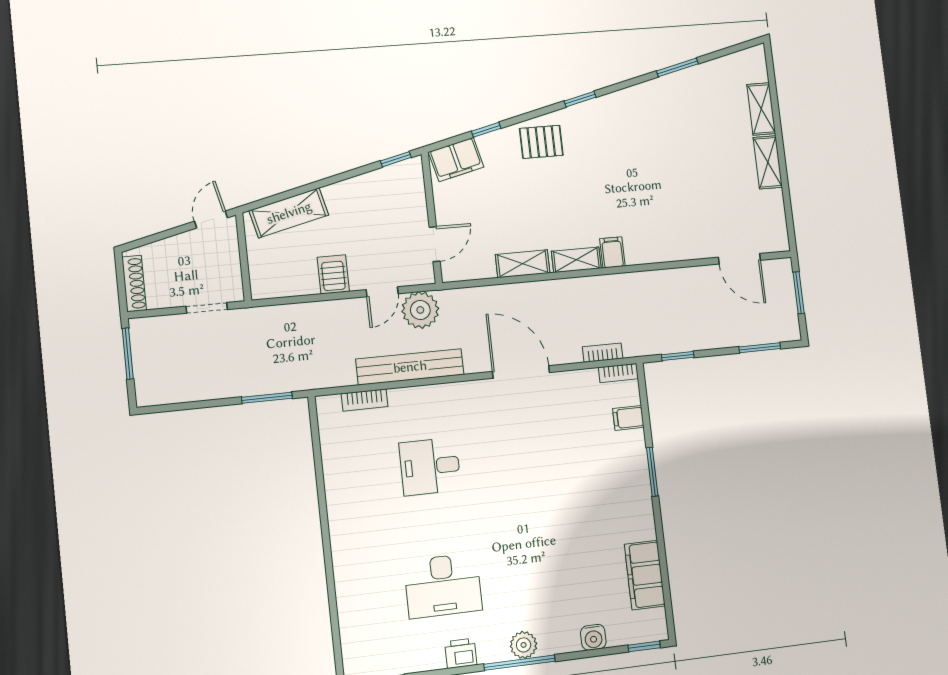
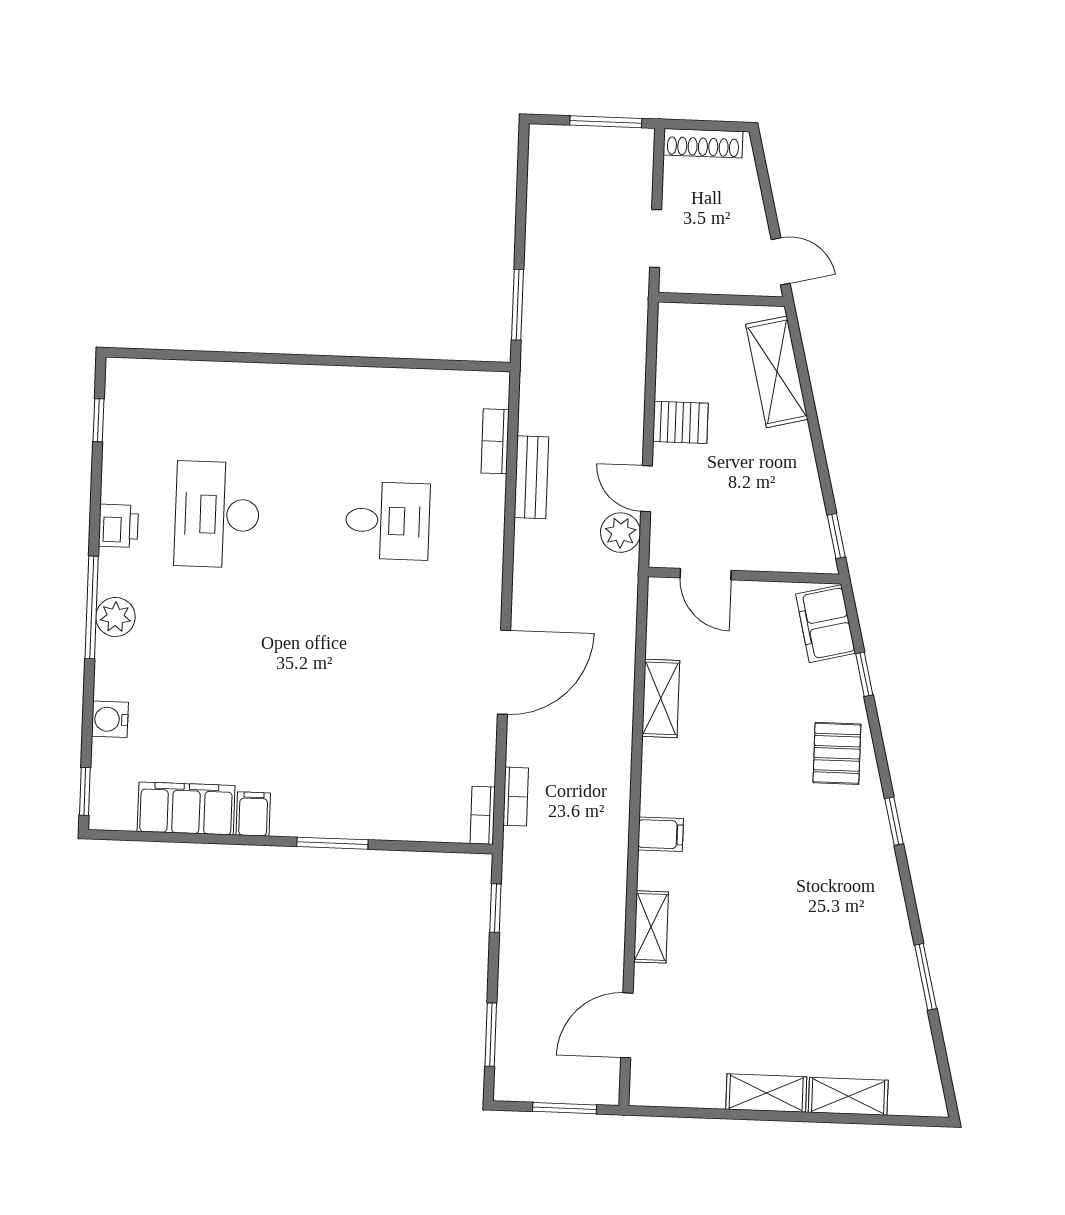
shelving: (576, 260) -> (651, 927), moved
plant: (420, 310) -> (620, 533), width x0.73, depth x0.73
bench: (410, 367) -> (531, 477), width x0.54, depth x0.82
filing cabinet: (628, 418) -> (253, 814), moved
desk: (430, 466) -> (388, 521), turned 90

